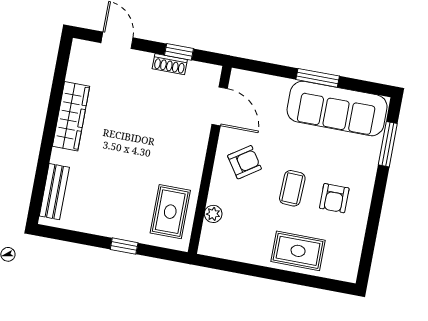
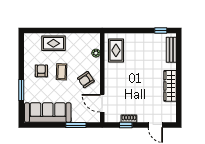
window: (318, 78) -> (76, 125), moved
window: (388, 144) -> (21, 90), moved
window: (124, 246) -> (161, 30), moved

